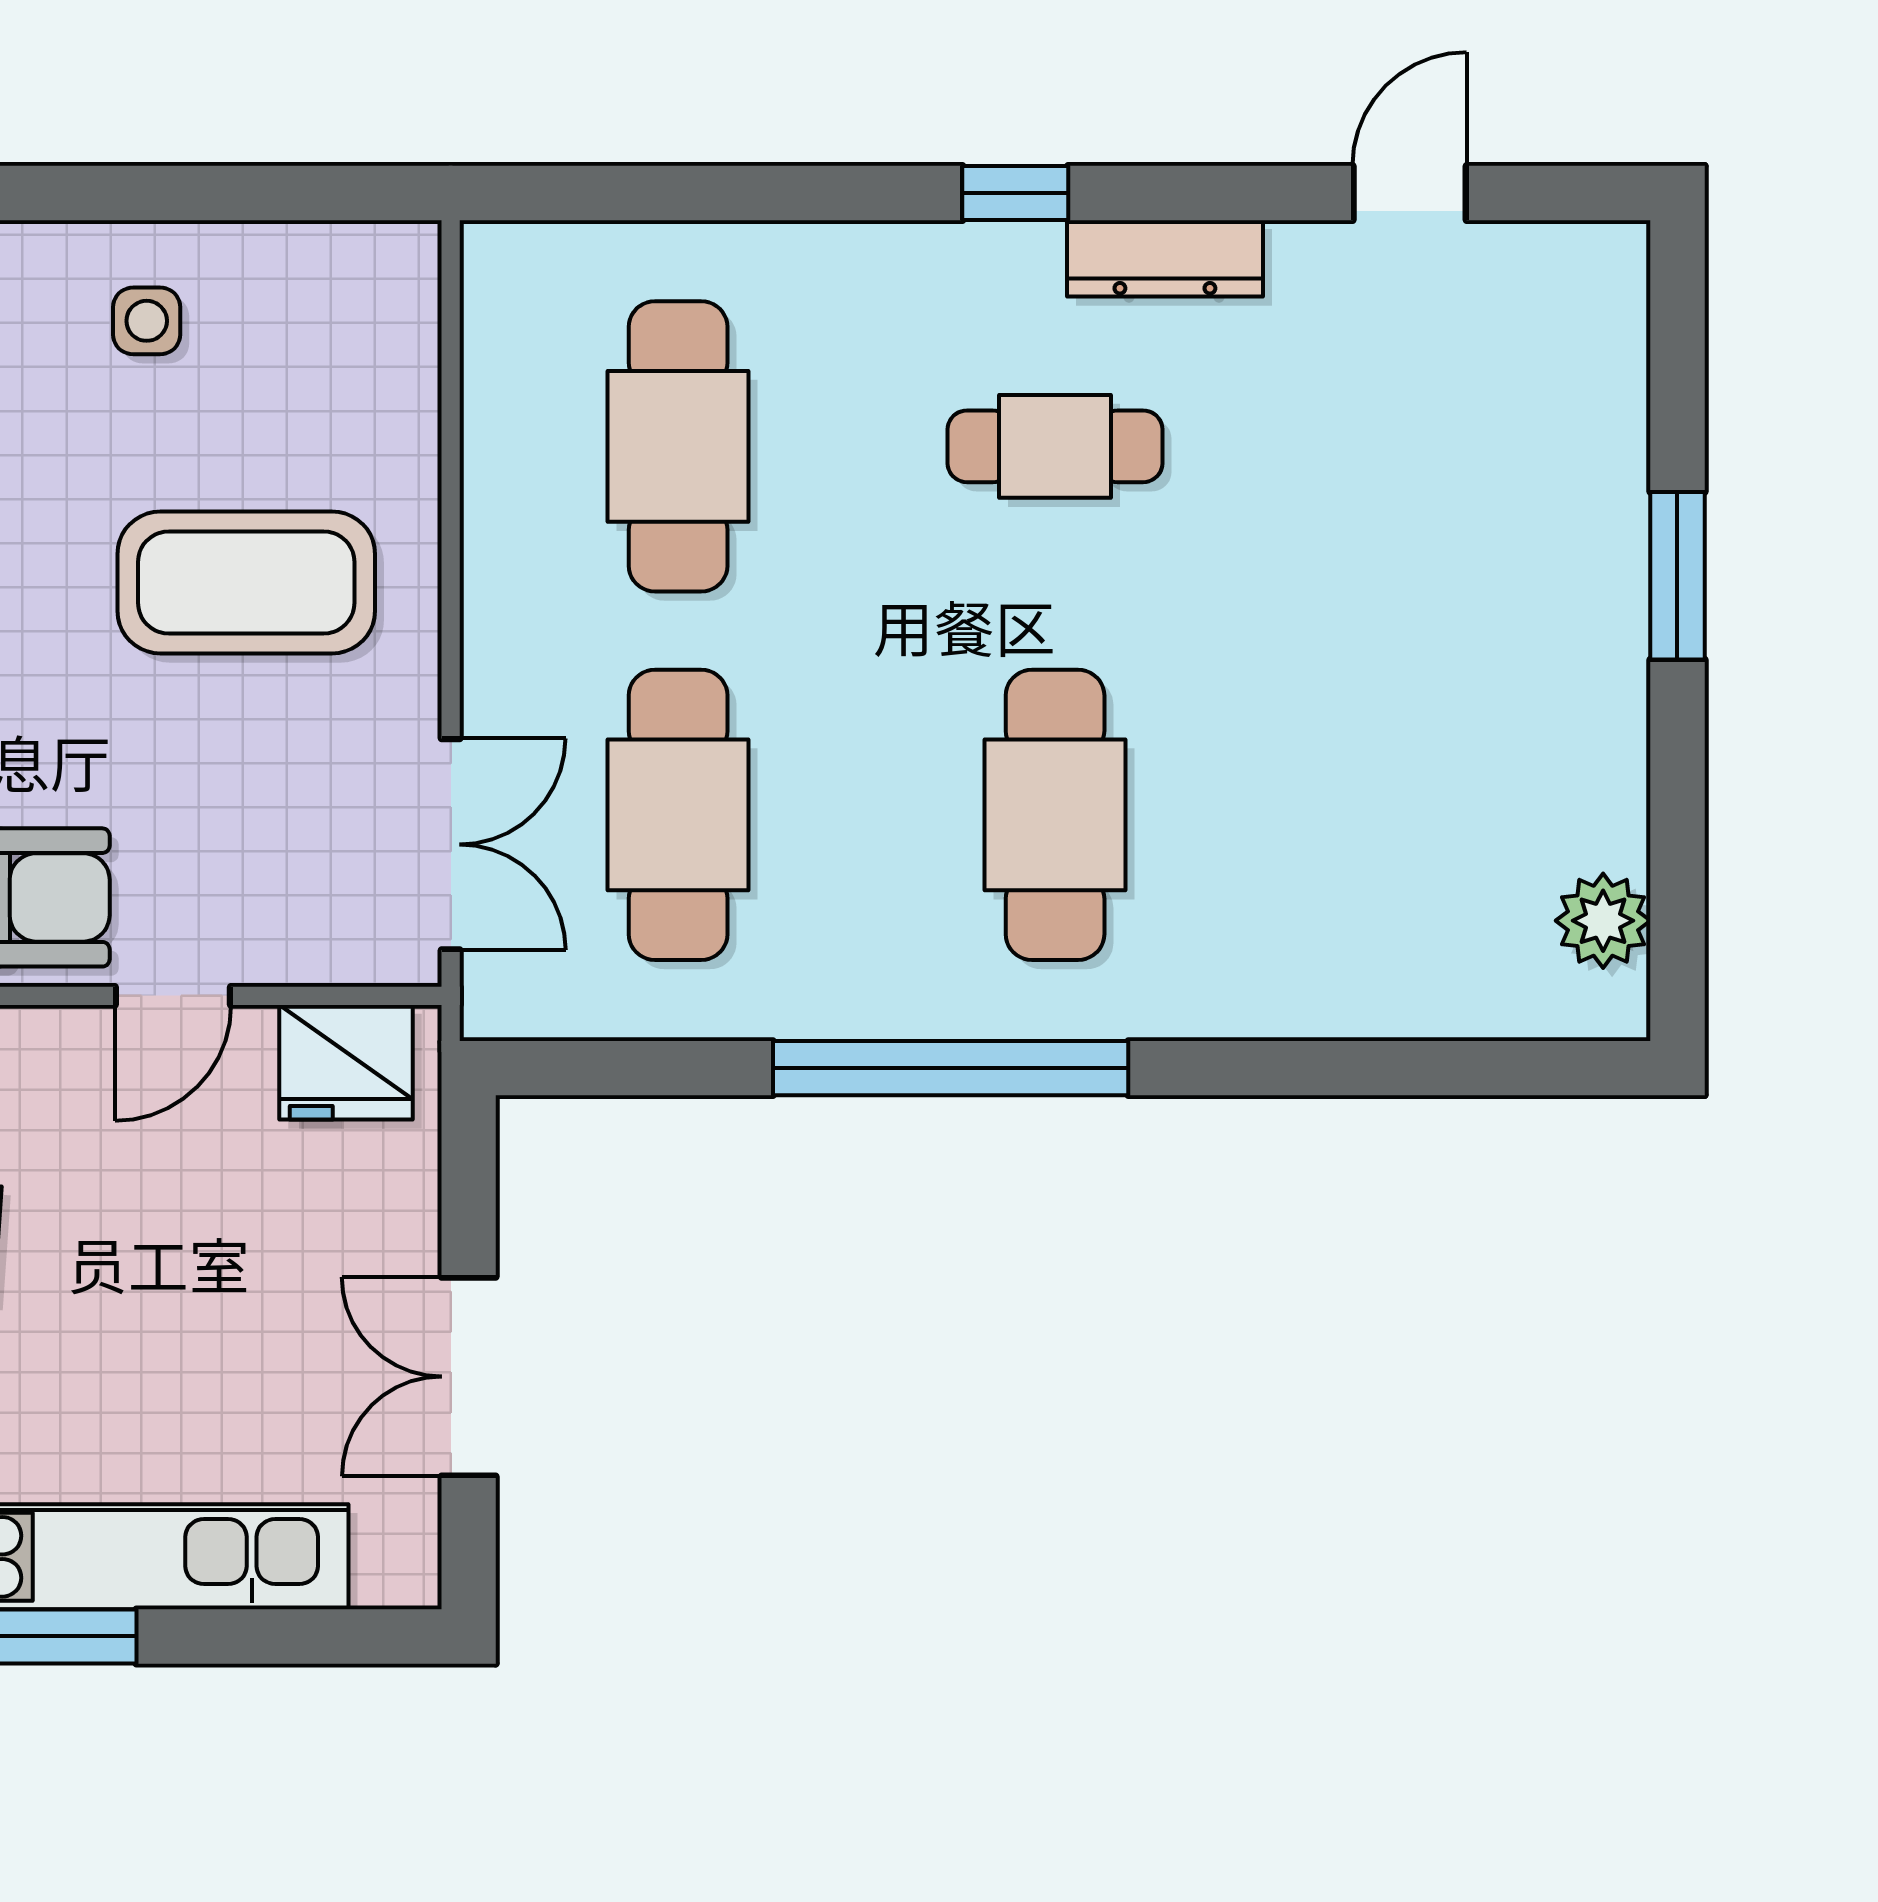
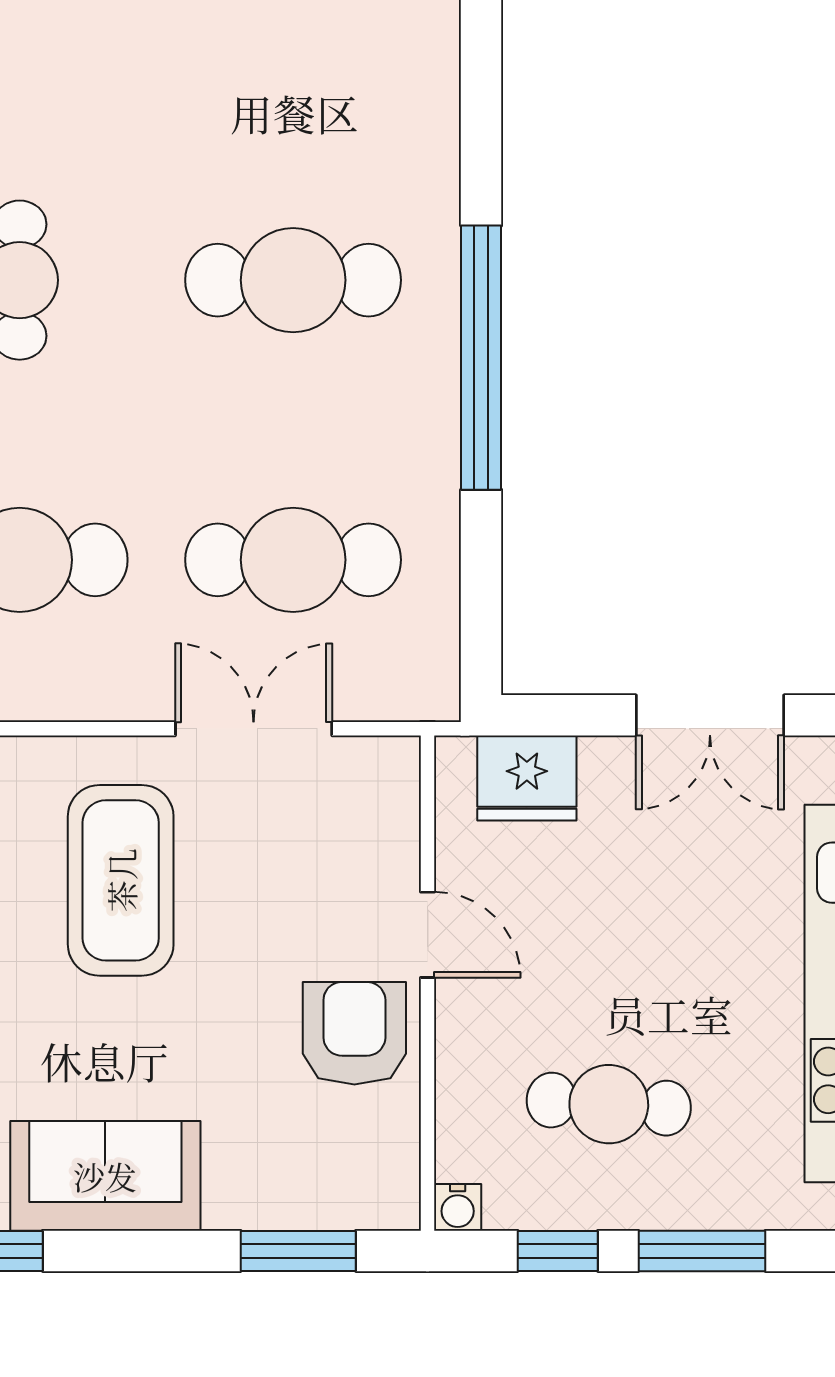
double door: (451, 844) -> (254, 729), moved
fridge: (346, 1062) -> (527, 778), moved, turned 90

